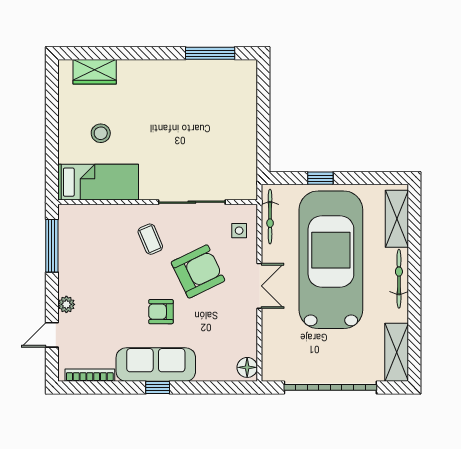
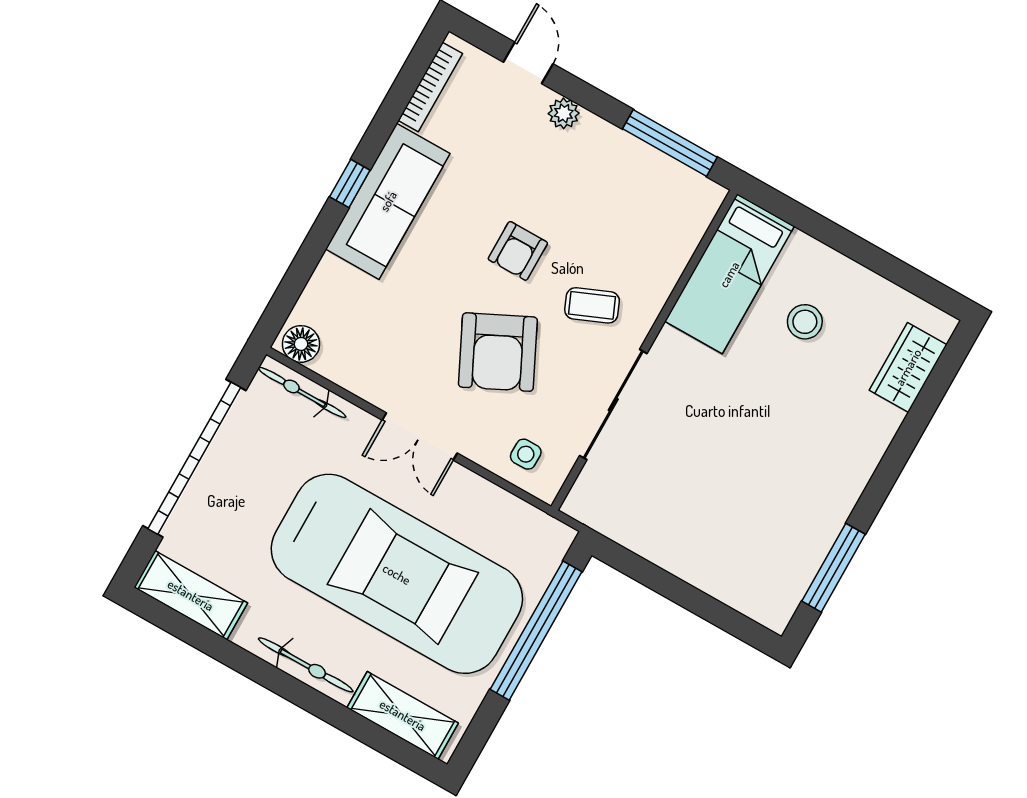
window: (320, 178) -> (536, 631), width x3.17
bicycle: (270, 217) -> (302, 392), moved
armchair: (161, 312) -> (518, 251), moved, turned 180

